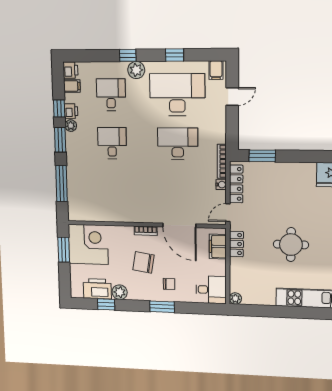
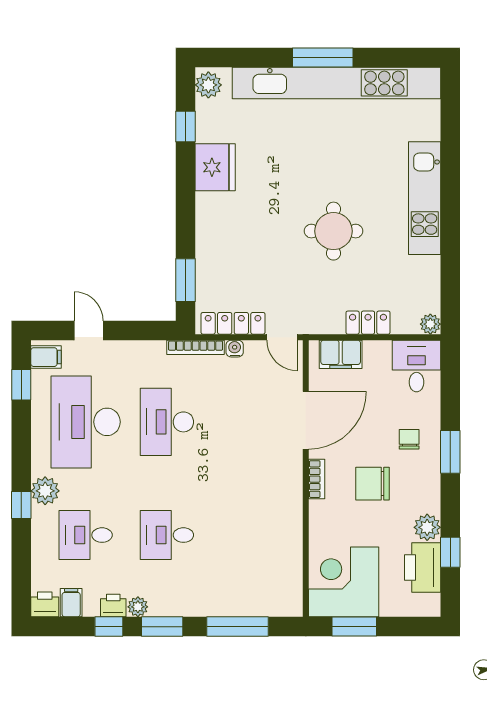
window: (175, 55) -> (21, 385), moved
locker: (236, 244) -> (368, 323), moved
chair: (144, 262) -> (373, 484), turned 81

